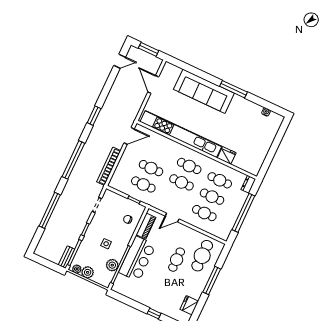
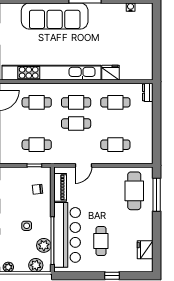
cafe table: (151, 168) -> (37, 102), moved
cafe table: (212, 197) -> (115, 124), removed
window: (243, 213) -> (157, 125), removed
bar counter: (137, 259) -> (67, 235), width x1.36
cafe table: (177, 260) -> (101, 241), moved
plant: (88, 272) -> (36, 265), moved
window: (212, 281) -> (157, 195), moved

